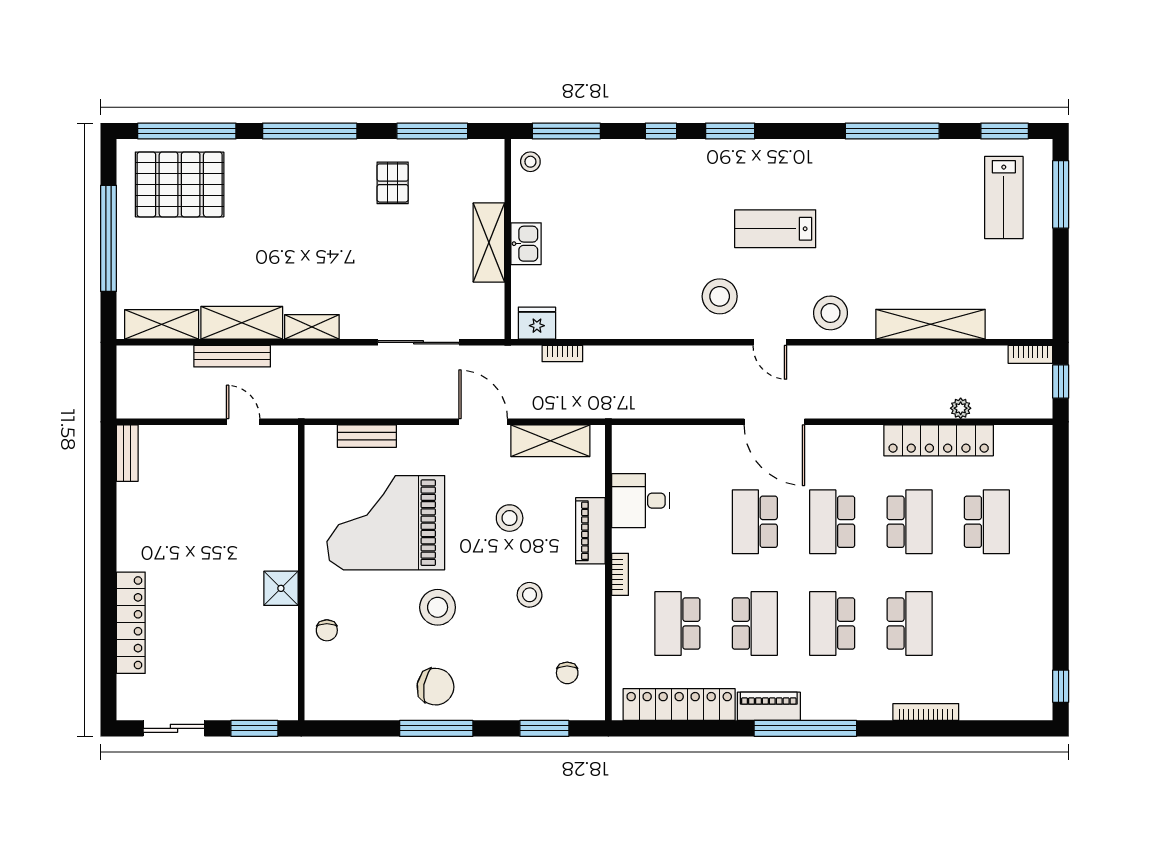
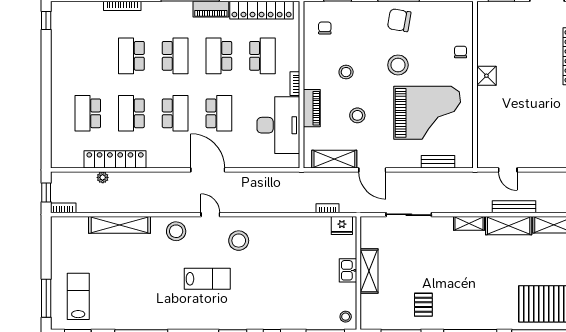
desk: (641, 501) -> (278, 125), width x1.87, depth x1.30

